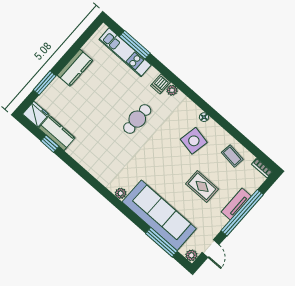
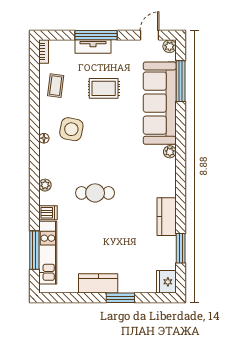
window: (45, 83) -> (120, 298), moved
dishwasher: (161, 84) -> (48, 213), moved
kitchen counter: (57, 133) -> (167, 217), moved
window: (50, 144) -> (181, 248), width x1.50
rug: (202, 186) -> (104, 88), turned 90
window: (242, 213) -> (96, 35), width x0.68

